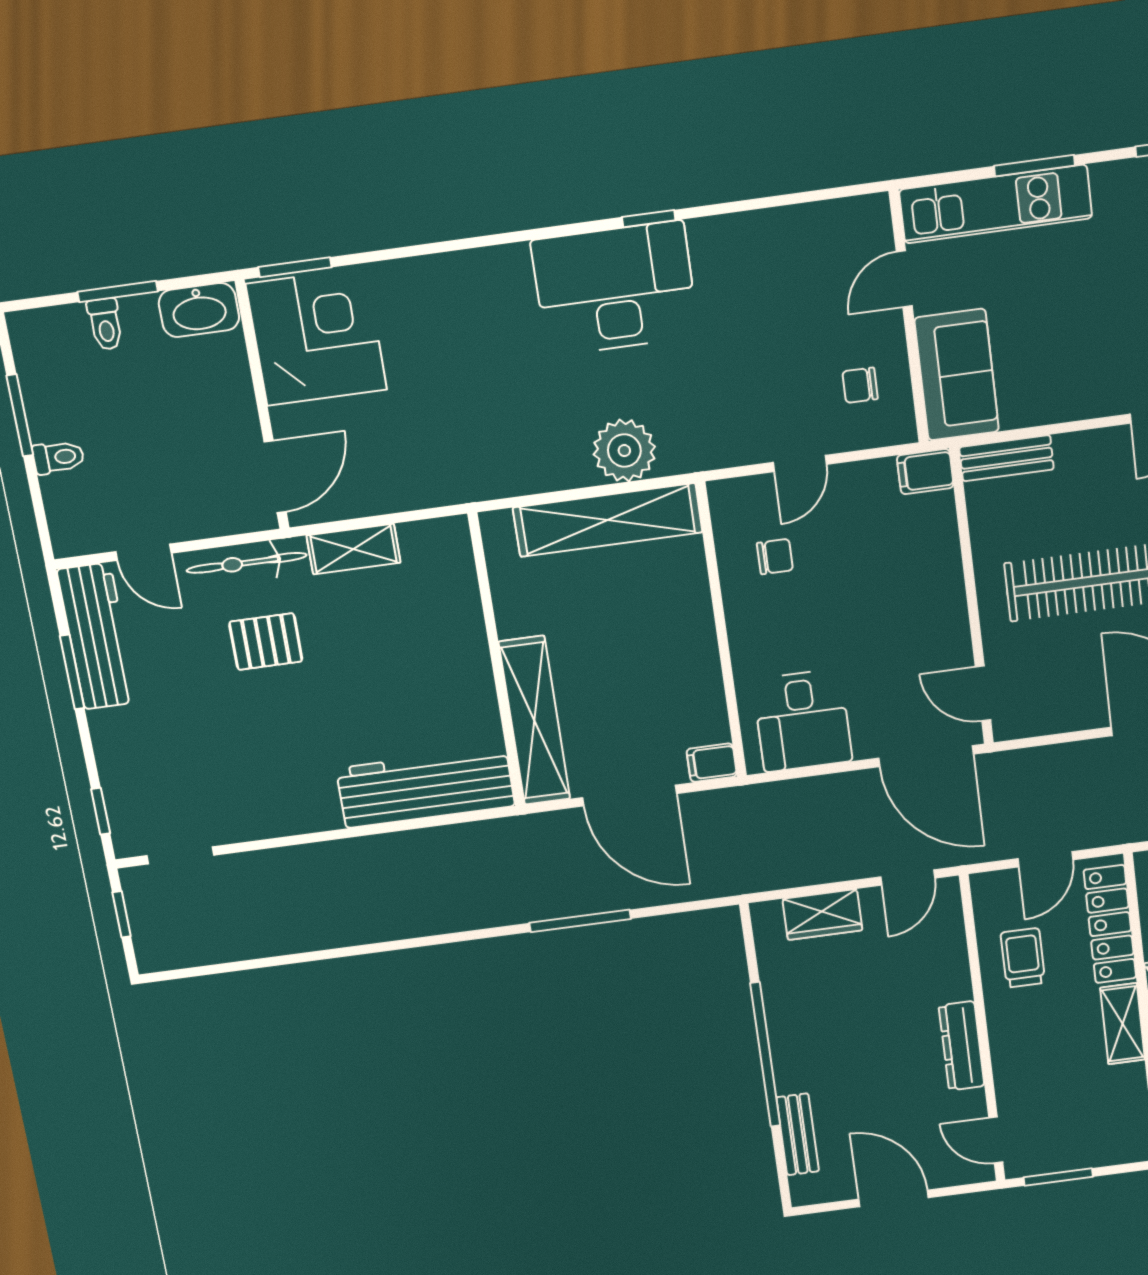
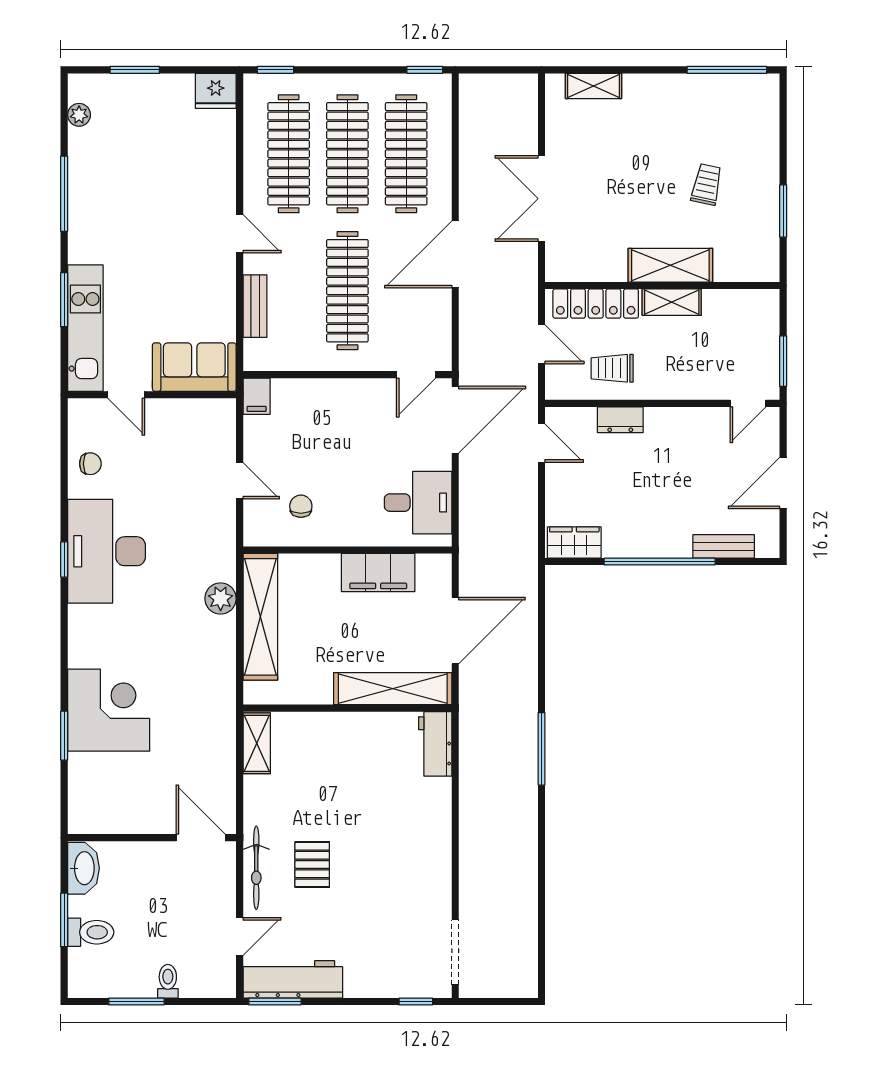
window: (295, 267) -> (64, 736), moved
desk: (615, 288) -> (106, 551), moved
toilet: (105, 324) -> (91, 932), width x1.37, depth x1.39
corner desk: (316, 337) -> (109, 710), moved, turned 90
chair: (860, 385) -> (90, 464), moved, turned -90
plant: (624, 451) -> (221, 598), width x0.73, depth x0.73
bench: (1007, 458) -> (255, 306), moved
shelving: (354, 549) -> (257, 743), moved
window: (72, 672) -> (275, 1001), moved
filing cabinet: (712, 763) -> (378, 573), moved, width x3.00, depth x1.17
workbench: (426, 787) -> (435, 744), width x0.53, depth x0.76
doorway: (180, 855) -> (455, 952), width x1.38
window: (122, 914) -> (492, 1001), removed
wardrobe: (822, 915) -> (574, 543), moved, turned -90
window: (580, 921) -> (542, 749), moved
dresser: (962, 1046) -> (620, 420), moved, width x0.70

